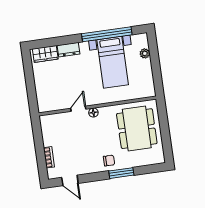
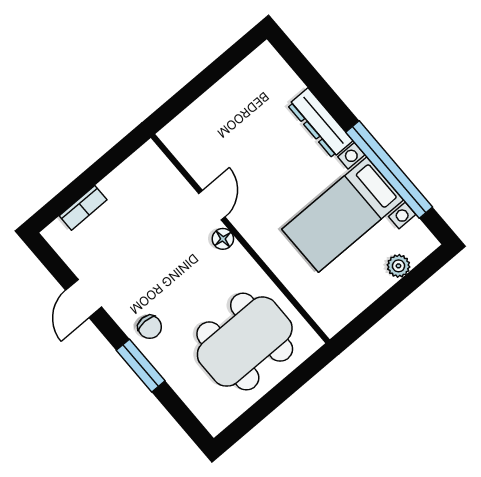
dresser: (69, 50) -> (320, 123), width x1.44
wardrobe: (45, 54) -> (277, 75), removed
door: (78, 109) -> (212, 205), hinge flipped
door: (70, 180) -> (84, 299), moved

